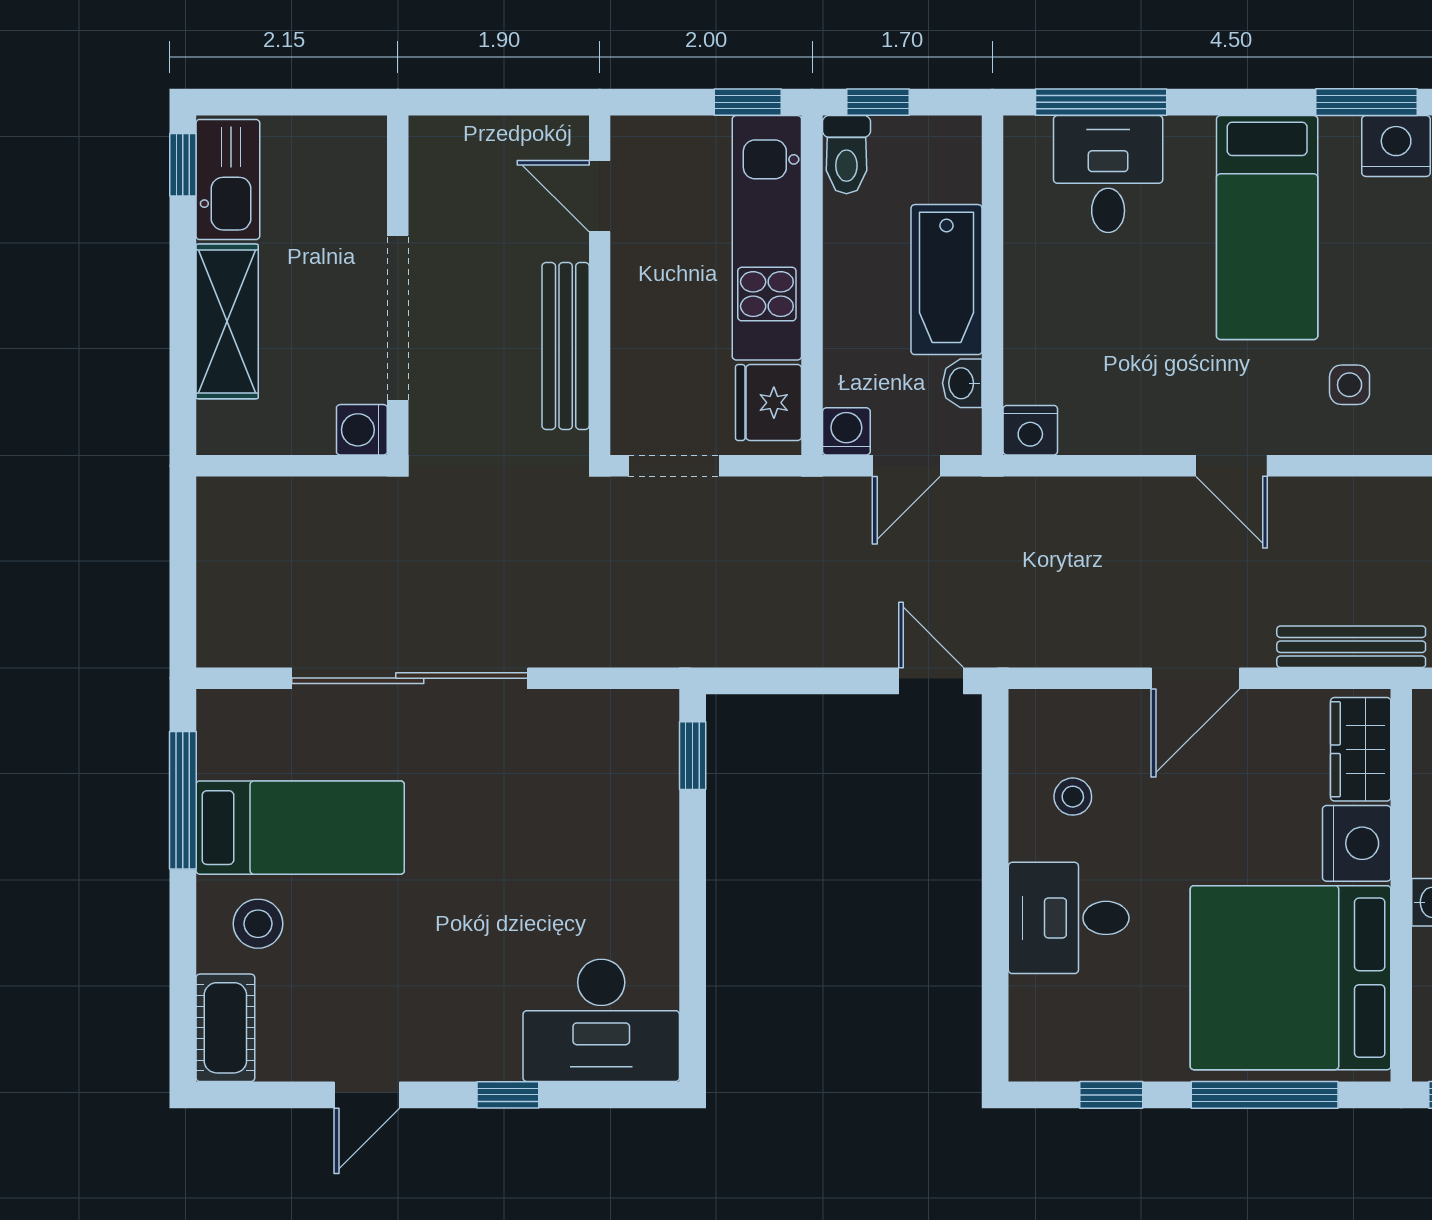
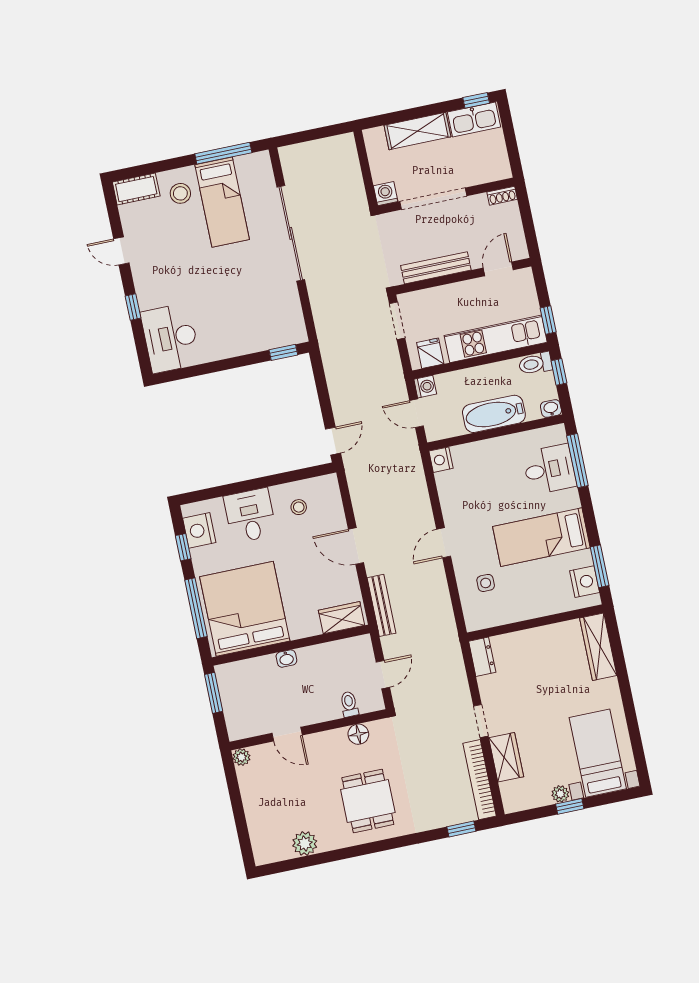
shoe rack: (425, 150) -> (502, 196), added
washbasin: (962, 383) -> (551, 408), moved
fridge: (769, 403) -> (430, 353), width x0.72
nightstand: (1357, 843) -> (199, 530), moved, turned 90

